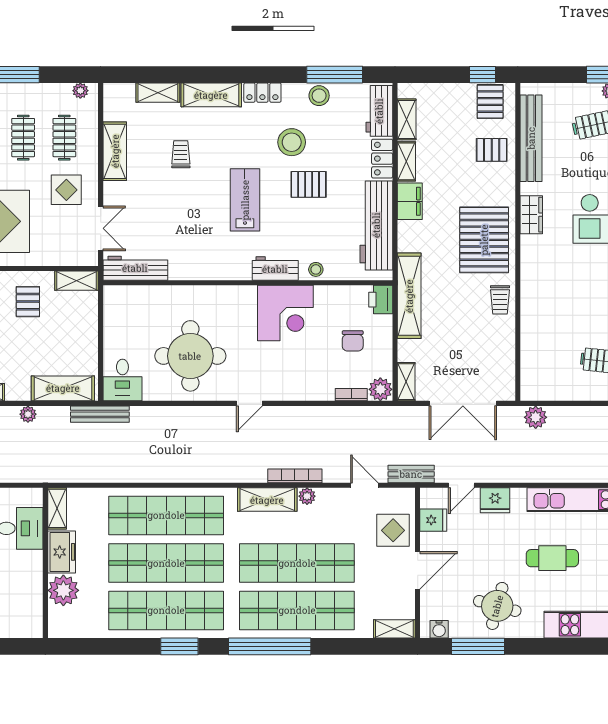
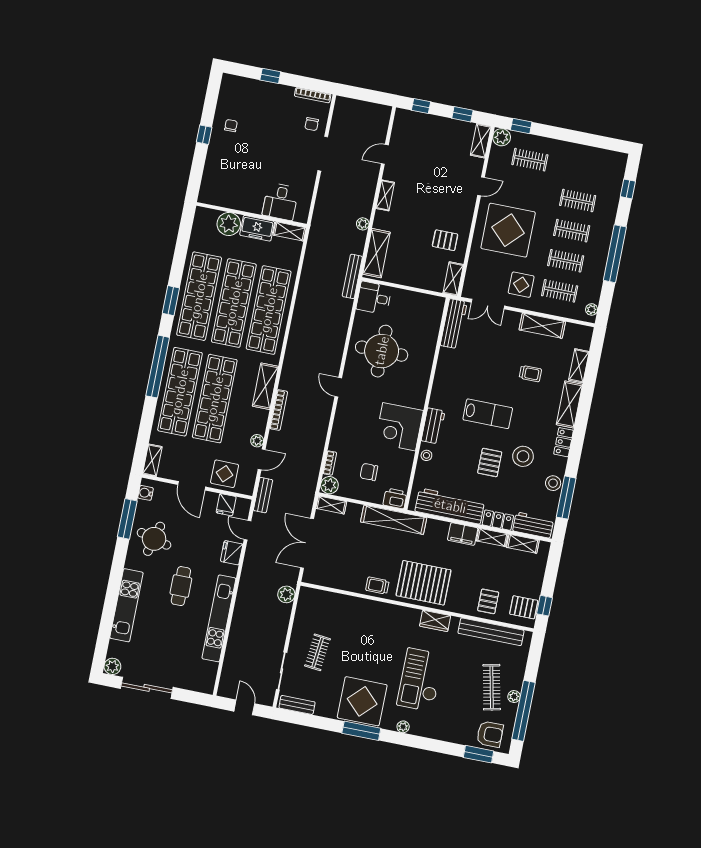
plant: (307, 496) -> (257, 441), moved

